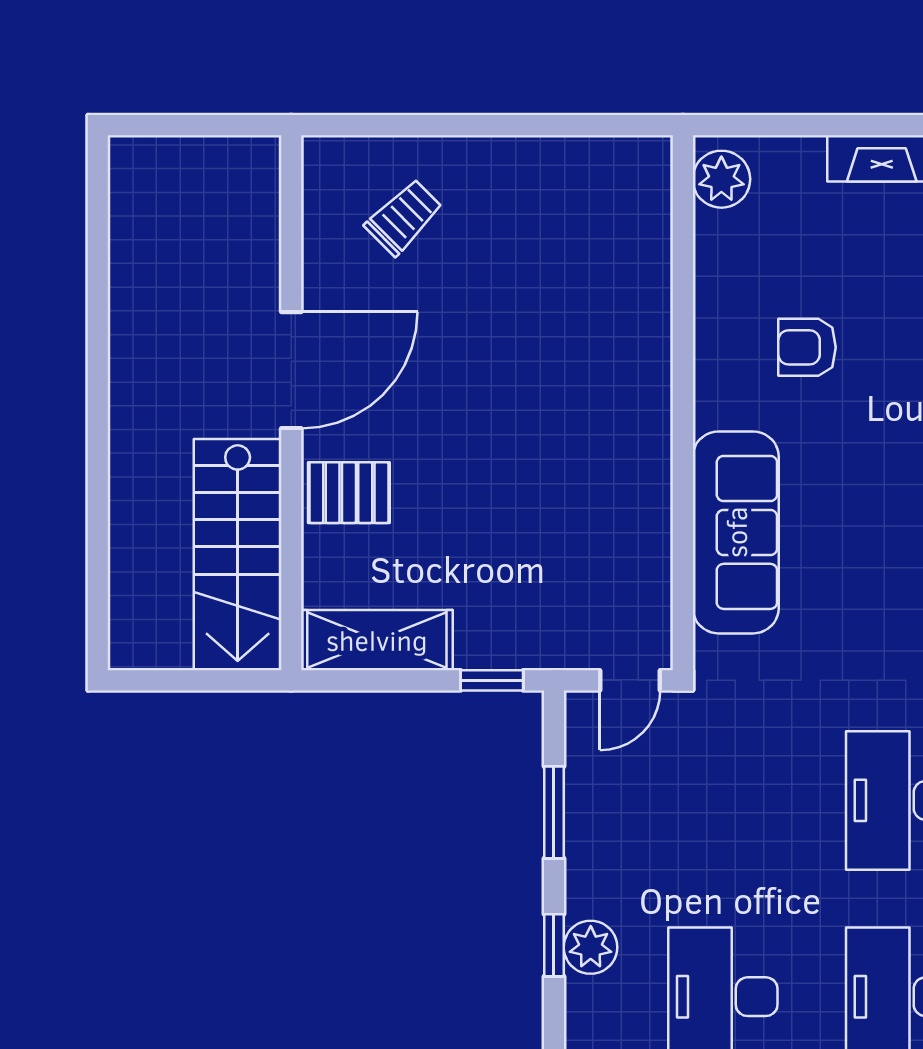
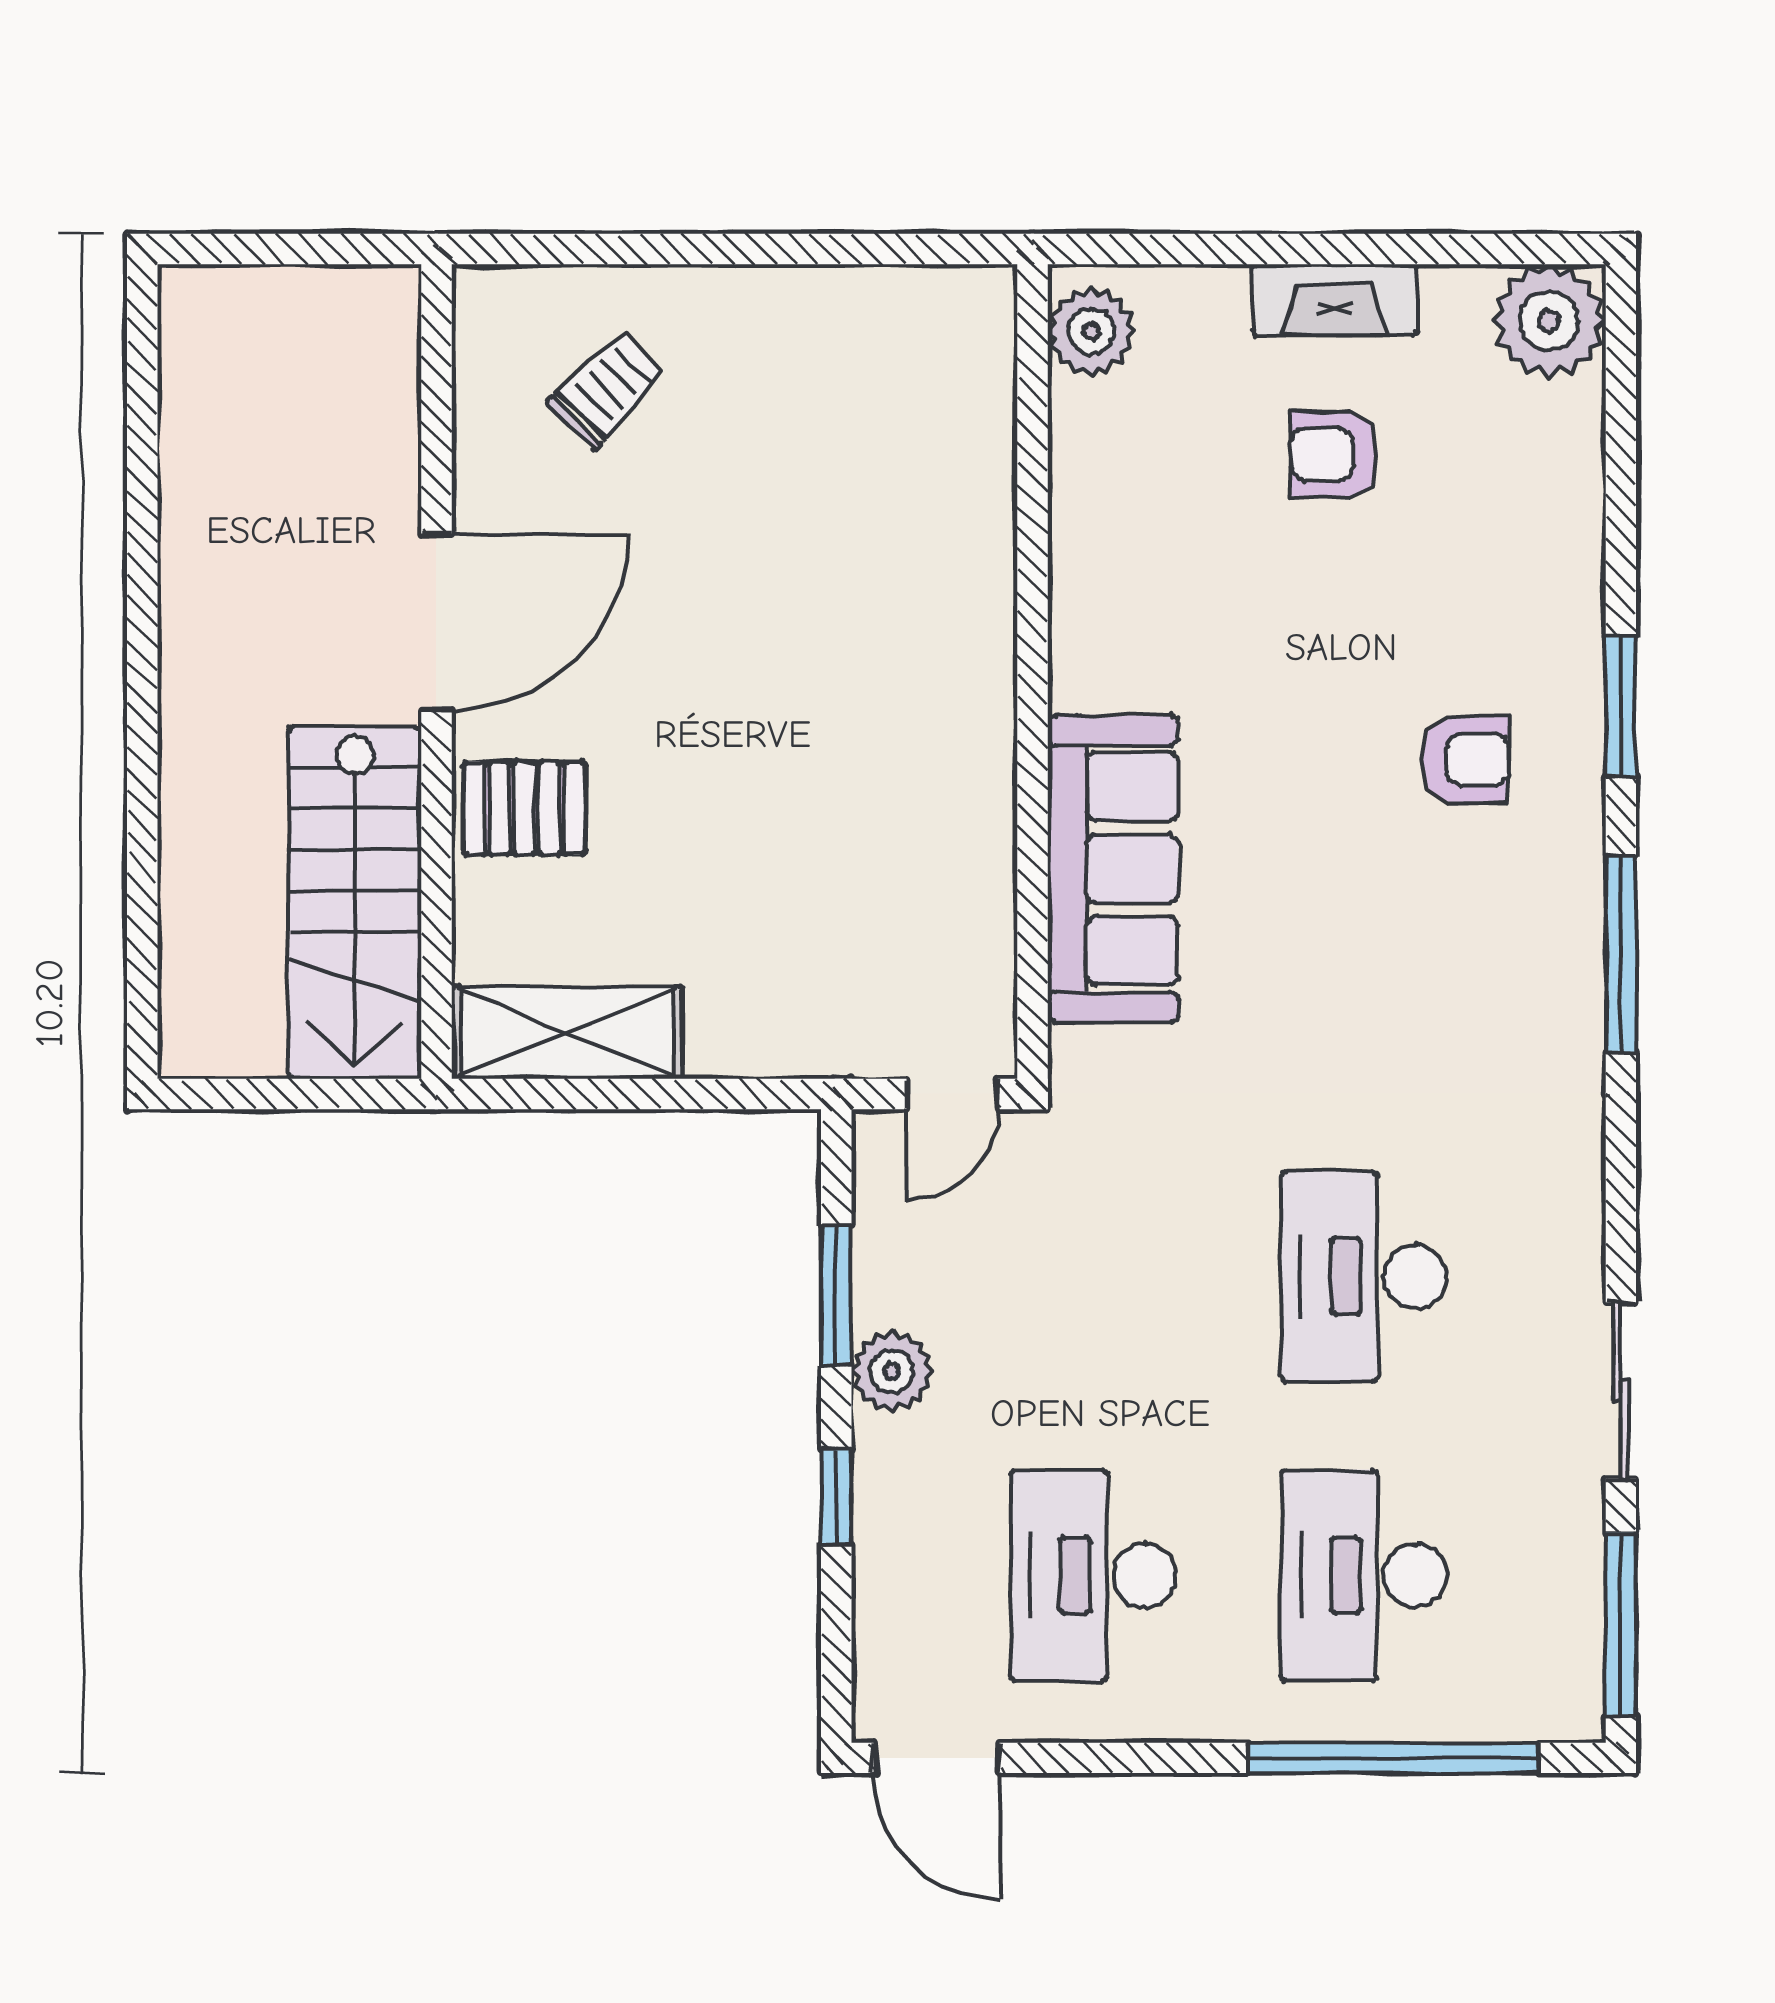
armchair: (807, 347) -> (1334, 454), moved
window: (492, 680) -> (742, 1094), removed
plant: (591, 947) -> (892, 1371), moved

